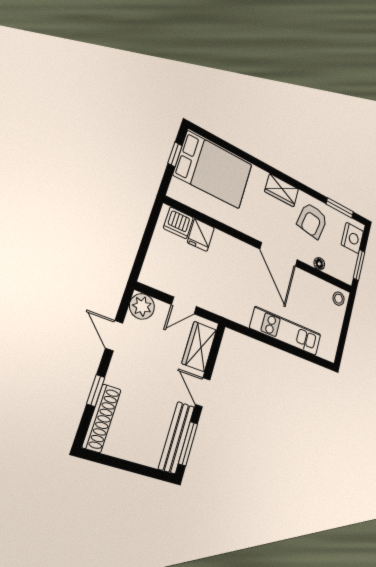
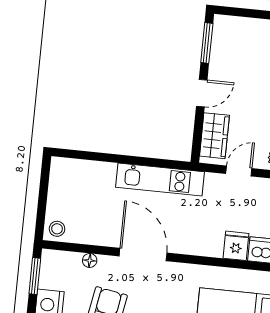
kitchen unit: (286, 331) -> (160, 180), moved
door: (203, 392) -> (202, 93), hinge flipped
bench: (177, 437) -> (220, 47), removed

